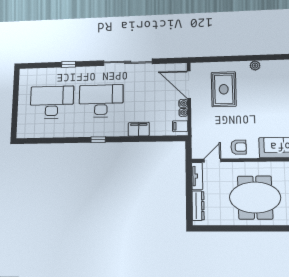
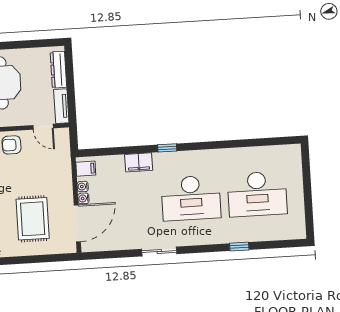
sliding door: (128, 62) -> (159, 251), width x0.54
door: (189, 85) -> (77, 223), hinge flipped
window: (98, 140) -> (167, 148), moved
door: (212, 160) -> (43, 127), hinge flipped

